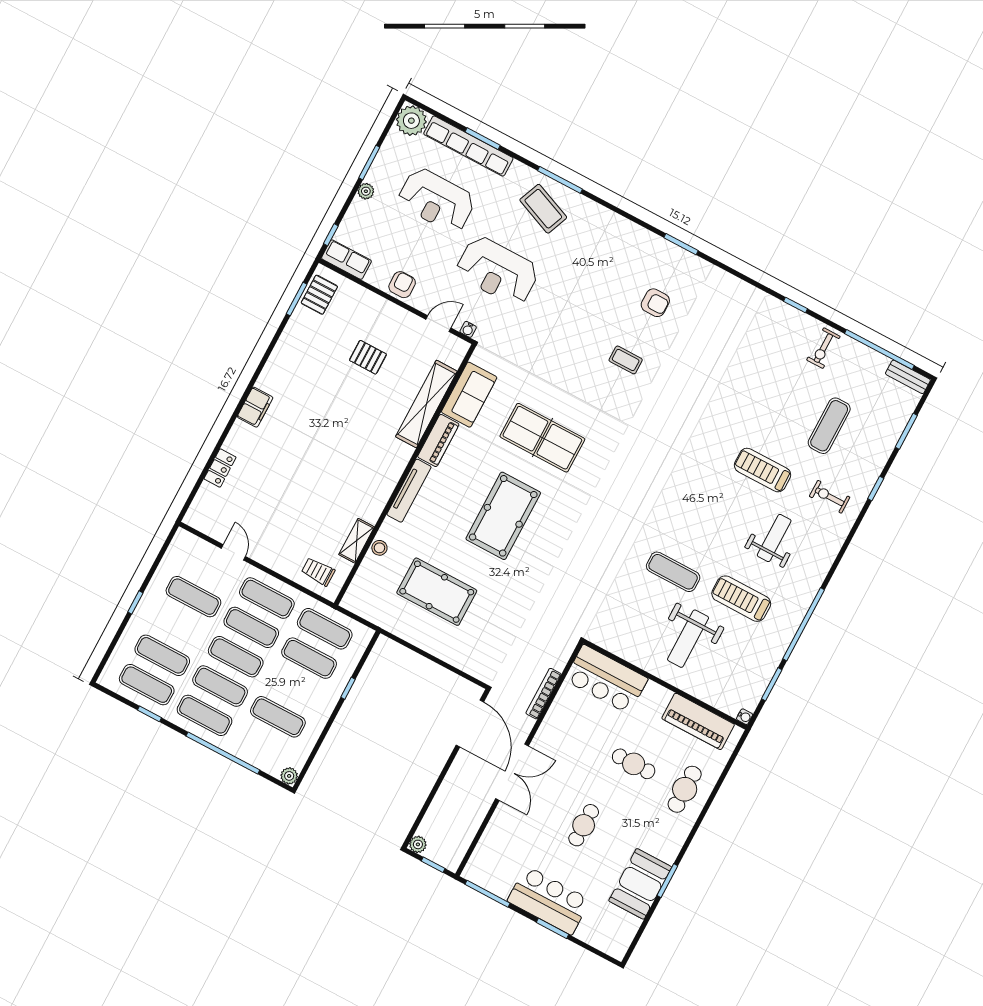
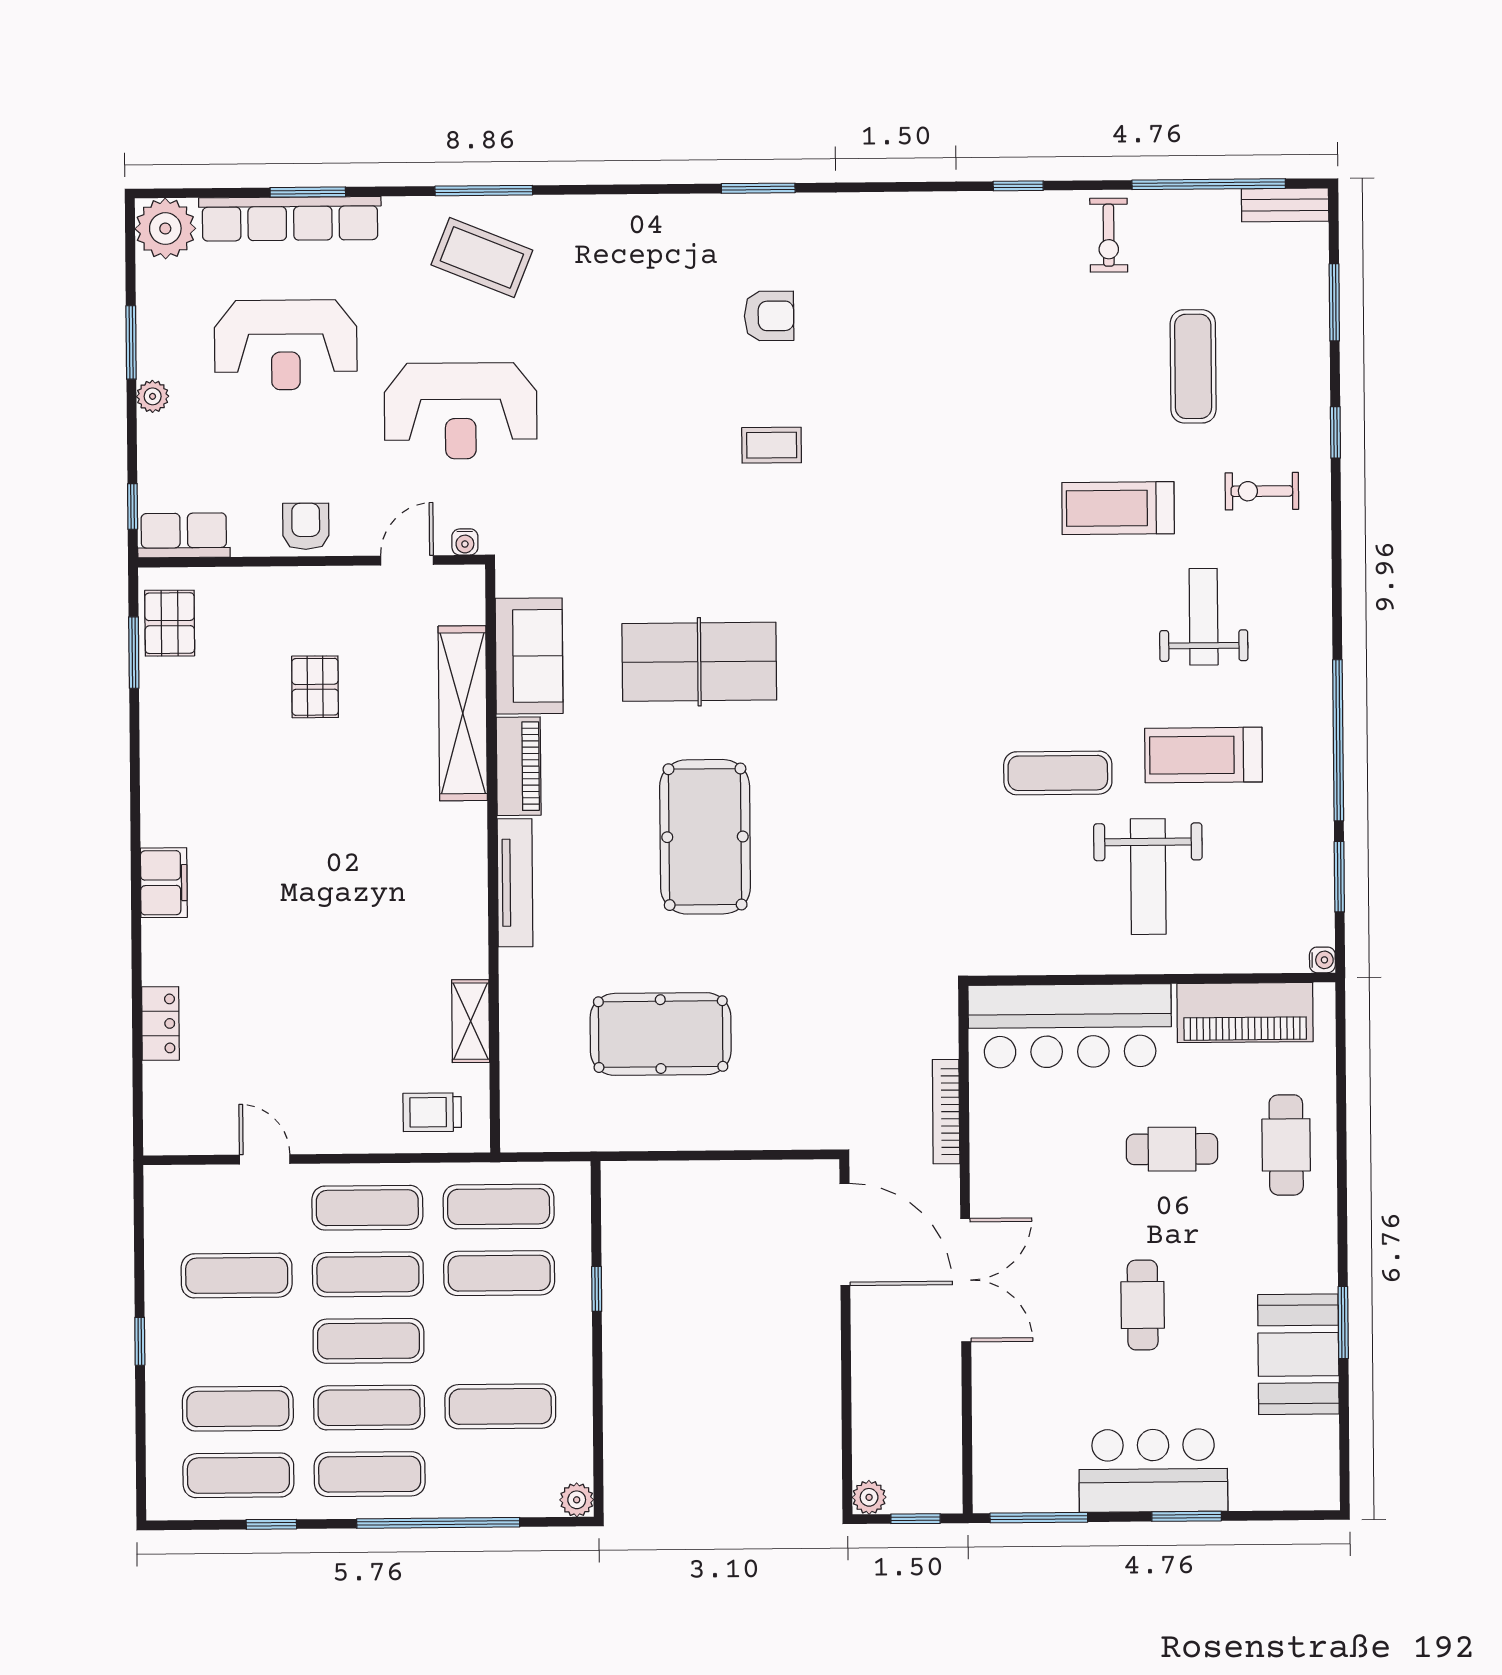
pallet: (368, 357) -> (315, 687), turned 90
stool: (379, 548) -> (518, 1012), removed
bar counter: (606, 679) -> (1070, 1026), width x1.36

